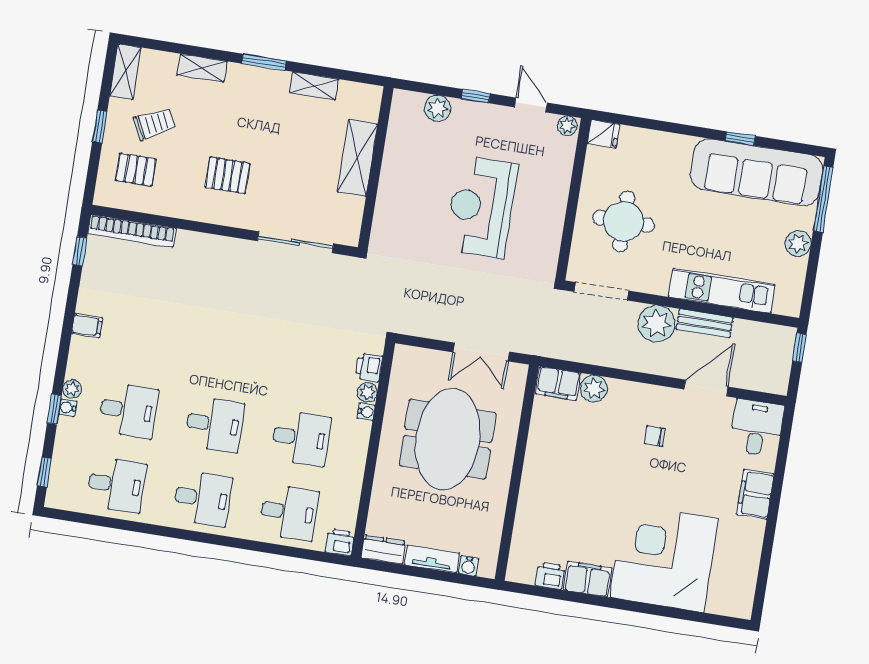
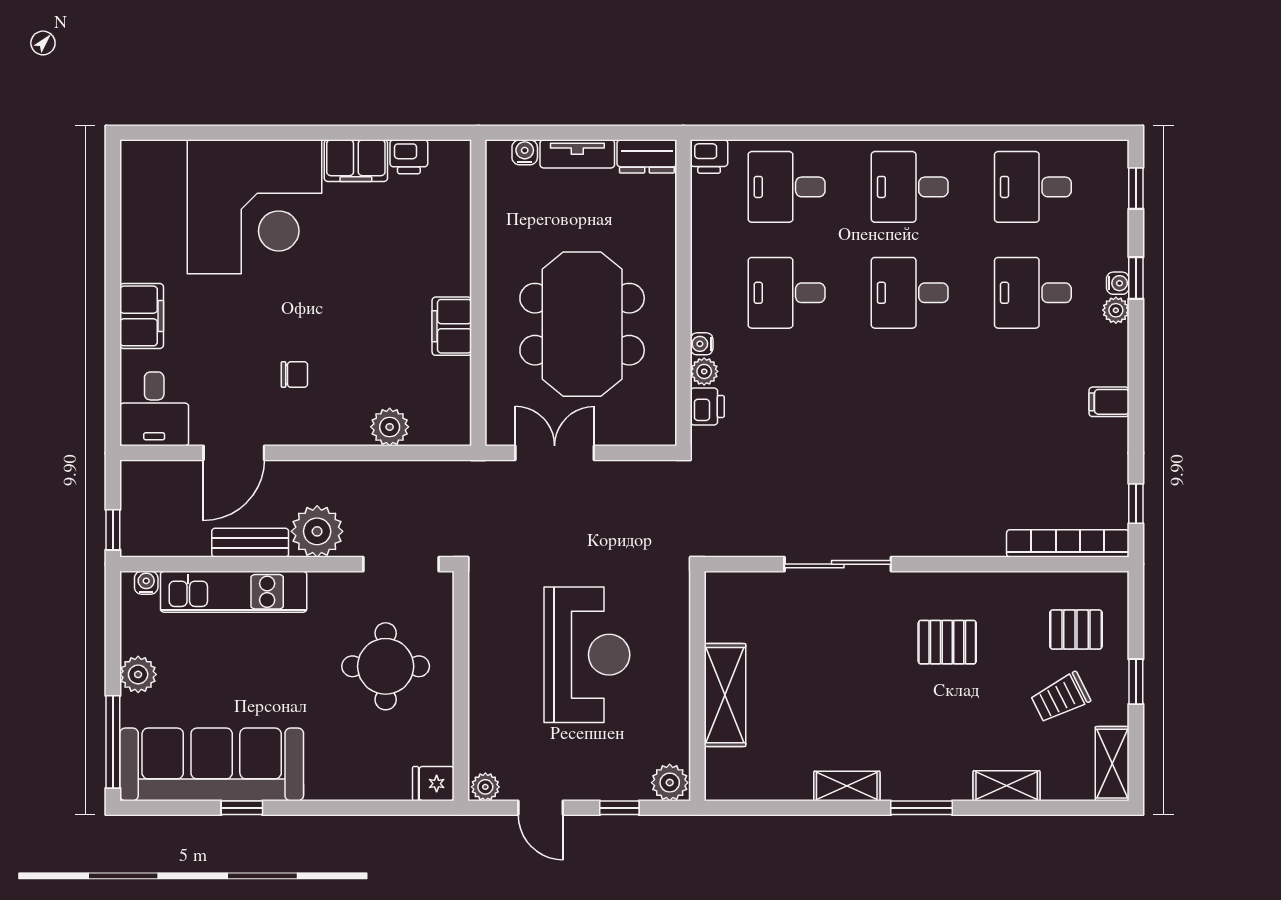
shelving: (357, 158) -> (725, 695), moved
wall: (376, 168) -> (697, 686), moved
water cooler: (782, 307) -> (146, 583), added
filing cabinet: (558, 383) -> (452, 326), moved, turned -90

